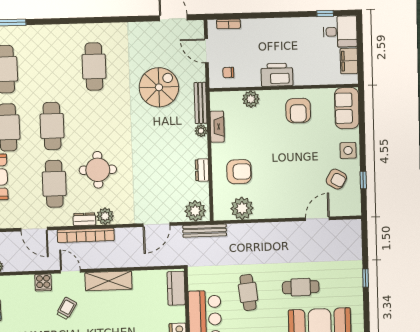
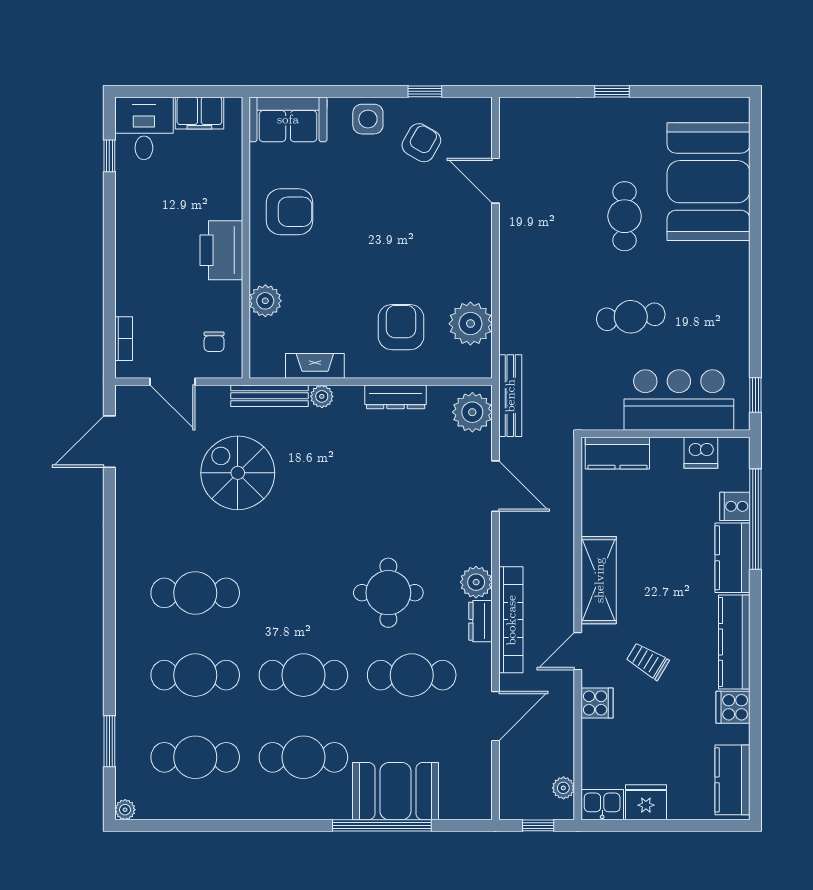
door: (206, 51) -> (173, 382), hinge flipped
cafe table: (50, 68) -> (195, 675), added
dresser: (202, 170) -> (396, 397), width x1.44

